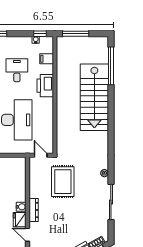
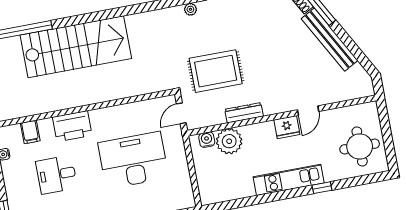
plant: (18, 182) -> (229, 141), added
water cooler: (21, 207) -> (207, 140), moved
dresser: (34, 210) -> (244, 113), moved

